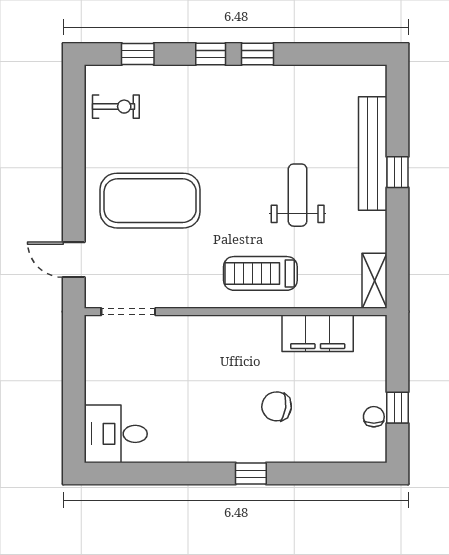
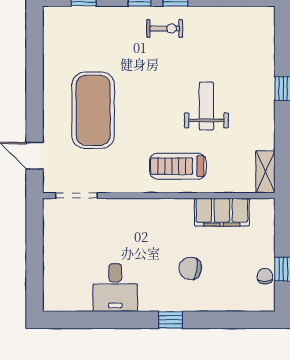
exercise bike: (116, 107) -> (165, 28), moved
bench: (373, 153) -> (264, 74), removed
exercise mat: (150, 201) -> (93, 110), turned 90
desk: (116, 434) -> (115, 288), moved, turned -90

